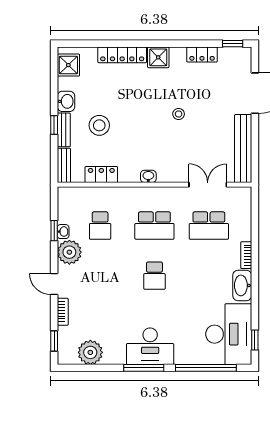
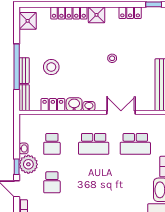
washbasin: (66, 101) -> (74, 104), moved, turned -90
window: (54, 125) -> (17, 67), width x3.17
double door: (208, 185) -> (121, 112), moved
window: (54, 231) -> (17, 167), moved
school desk: (154, 276) -> (52, 182), moved

